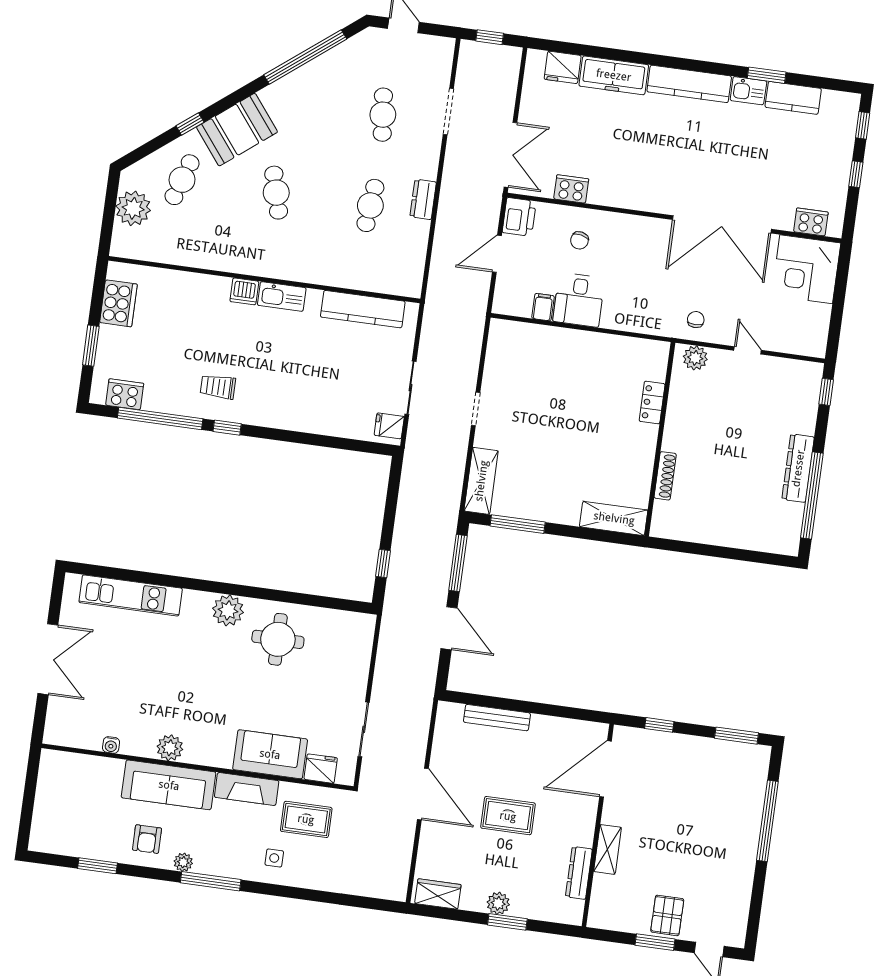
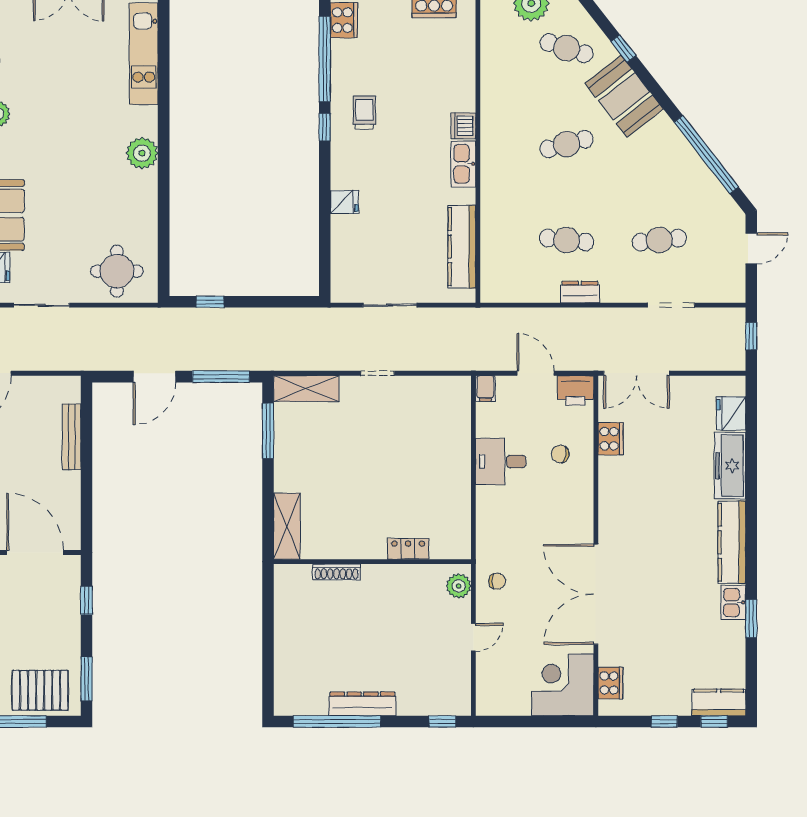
kitchen counter: (793, 98) -> (719, 702), moved, turned 90
filing cabinet: (543, 307) -> (485, 388), moved, turned 90
fridge: (389, 426) -> (344, 202), moved, turned 90
round table: (278, 639) -> (117, 271), moved
pallet: (741, 783) -> (40, 690), added

